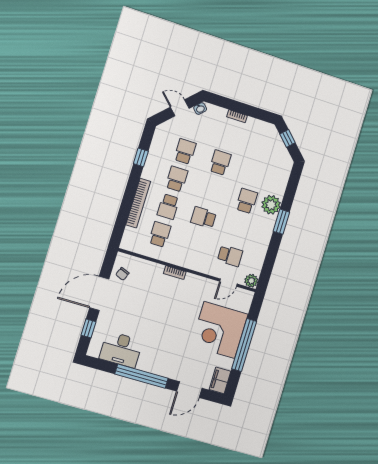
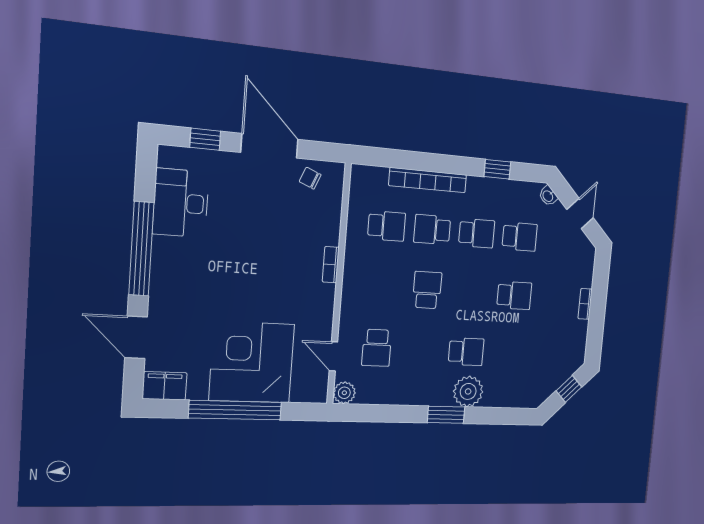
washbasin: (200, 108) -> (548, 196), moved

